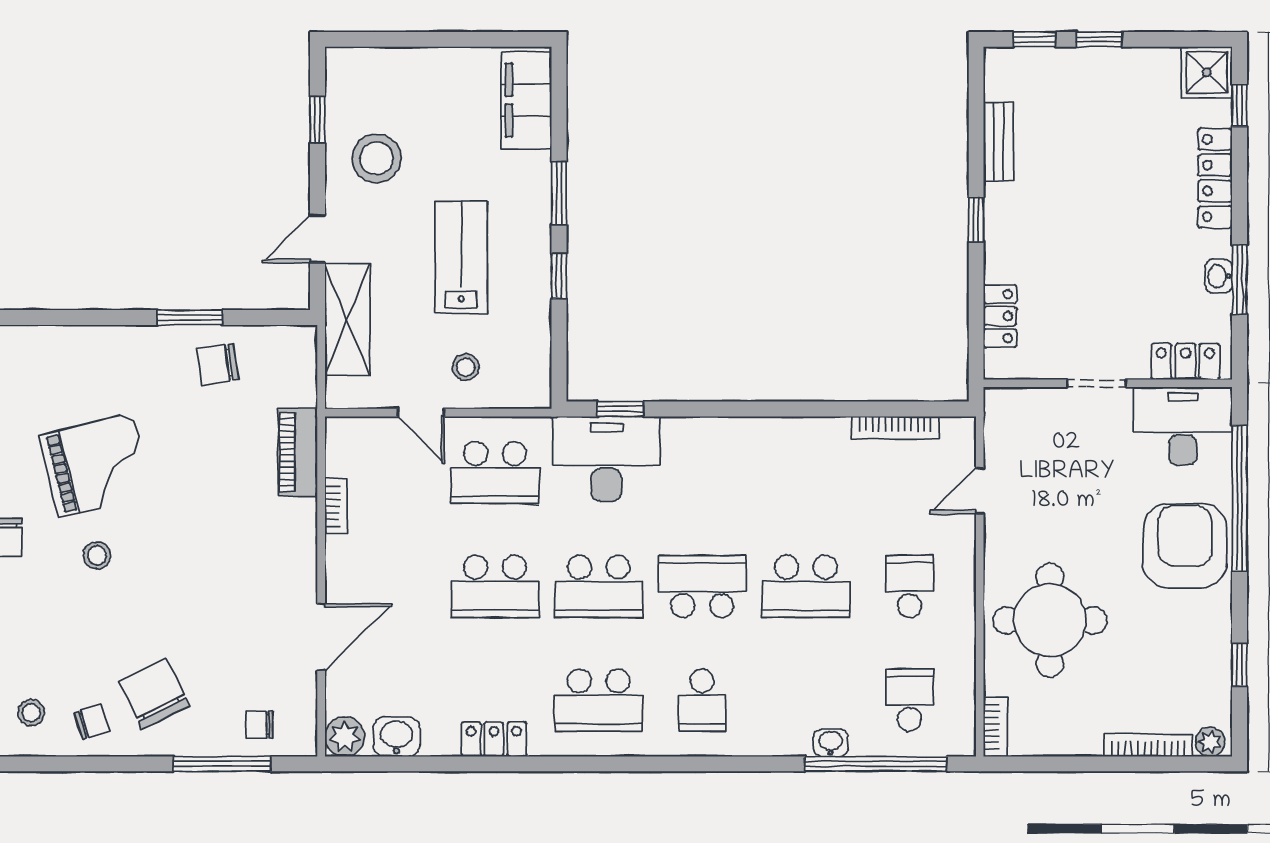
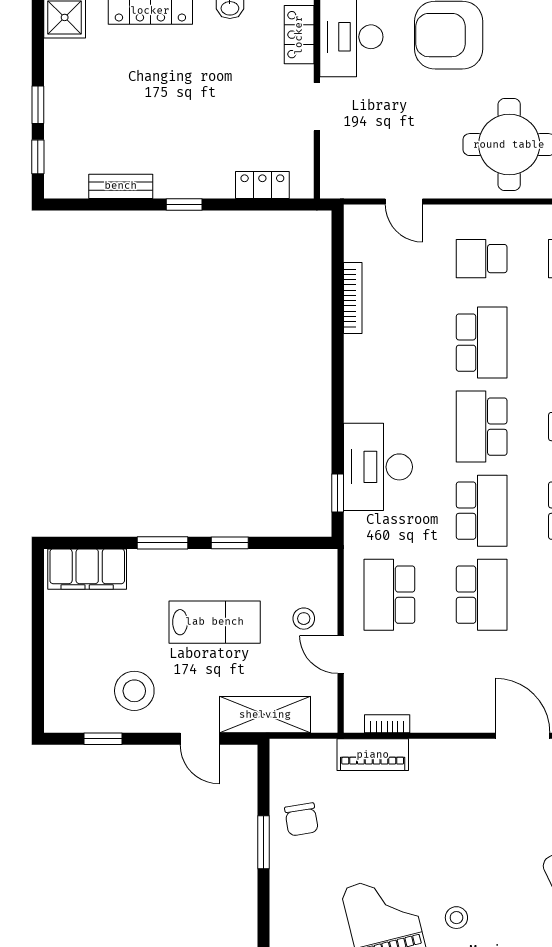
lab bench: (461, 257) -> (215, 622), turned 180
door: (421, 413) -> (341, 654), swing flipped
bookcase: (895, 427) -> (353, 298), moved
desk: (606, 459) -> (378, 467), moved
school desk: (495, 473) -> (389, 595), turned 180
bookcase: (336, 506) -> (387, 724), moved

